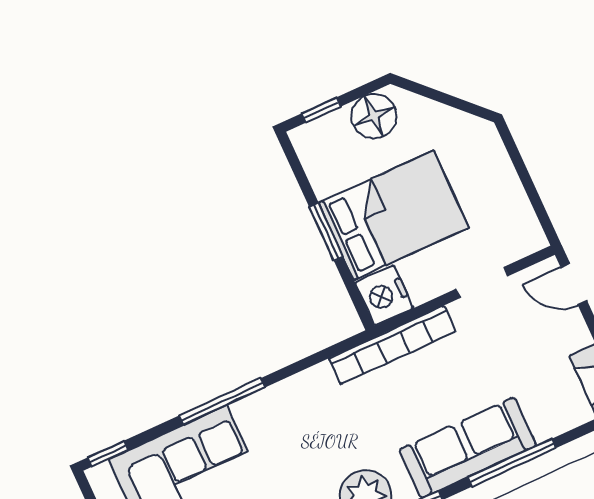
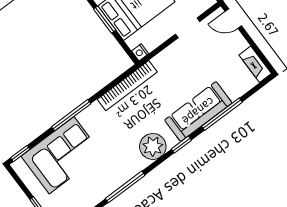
nightstand: (384, 295) -> (140, 52), width x0.53, depth x0.56
bookcase: (392, 345) -> (127, 86), moved

